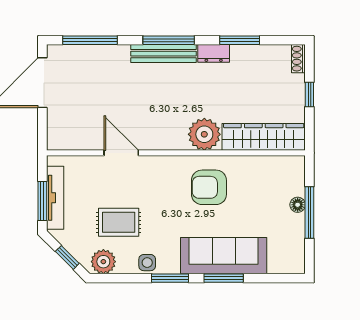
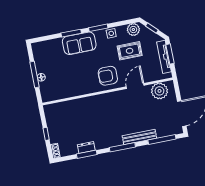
dresser: (214, 53) -> (86, 148), moved
bench: (164, 54) -> (139, 137), moved
plant: (204, 134) -> (159, 91), moved
wardrobe: (264, 137) -> (65, 108), removed
door: (121, 153) -> (135, 86), swing flipped
armchair: (209, 187) -> (108, 76), moved, turned 180
sofa: (224, 256) -> (79, 43), width x0.73

